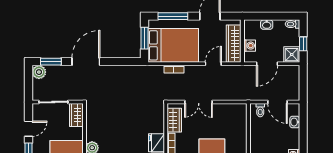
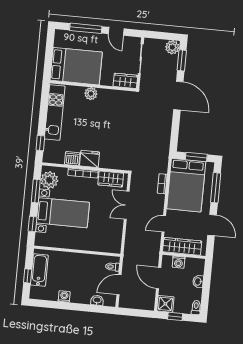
door: (213, 64) -> (164, 224), swing flipped

